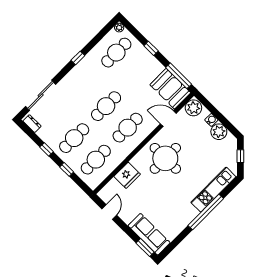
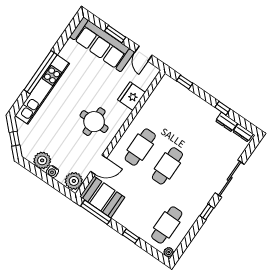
sliding door: (41, 95) -> (230, 179), moved
dresser: (45, 136) -> (226, 122), added
cafe table: (74, 138) -> (195, 126), removed
round table: (165, 158) -> (94, 122), width x0.73, depth x0.73
cafe table: (96, 160) -> (168, 107), removed
window: (67, 169) -> (185, 82), moved
kitchen unit: (213, 190) -> (42, 90), width x1.36
sofa: (149, 234) -> (102, 44), width x1.36, depth x1.27
window: (145, 248) -> (115, 34), moved

